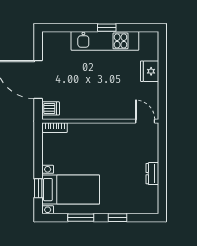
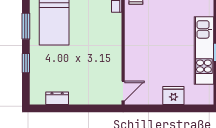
dresser: (152, 174) -> (57, 98), moved

